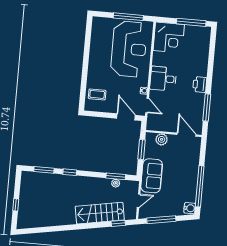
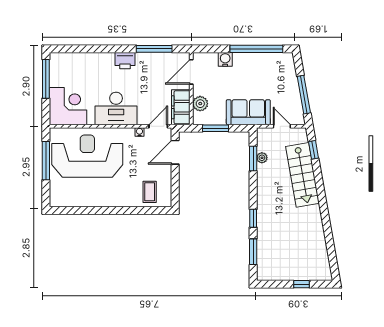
desk: (163, 79) -> (116, 108), width x1.37
filing cabinet: (160, 124) -> (181, 107), added
water cooler: (190, 208) -> (225, 59), moved

